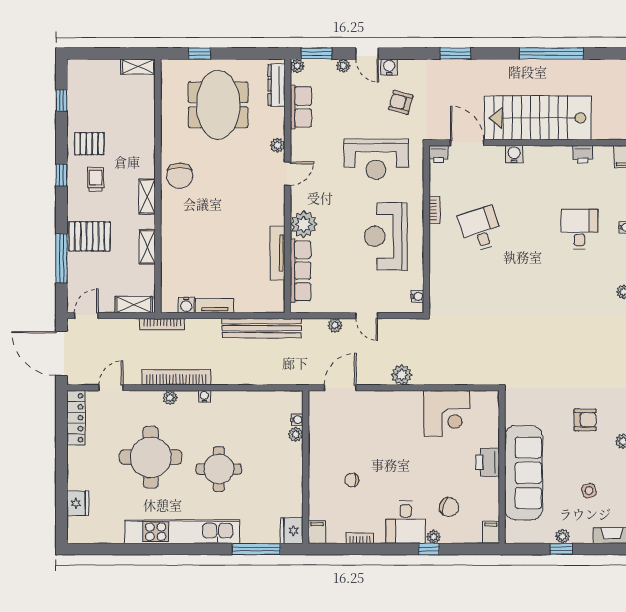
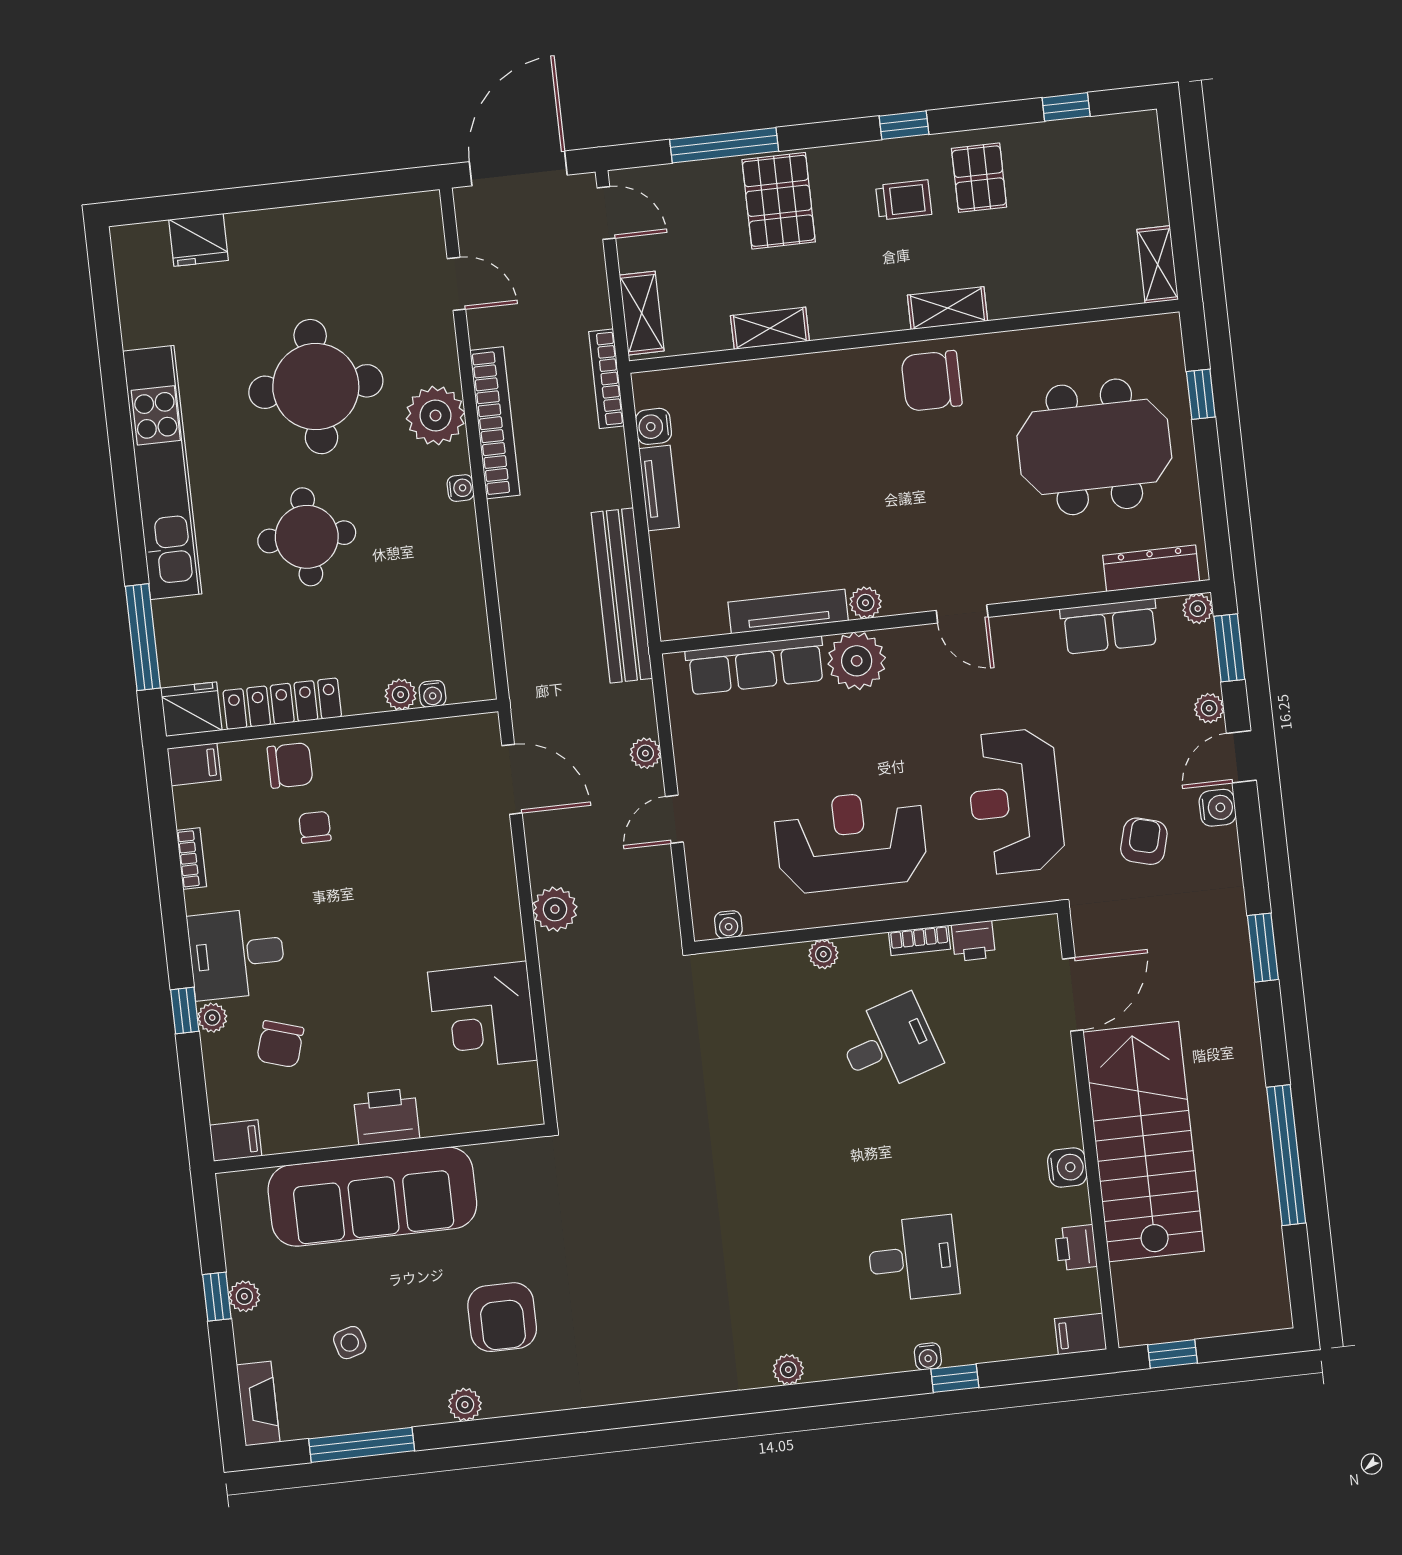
plant: (278, 145) -> (866, 603), moved
printer: (438, 154) -> (973, 941), moved, turned -90
water cooler: (514, 154) -> (1067, 1167), moved
shelving: (147, 197) -> (948, 308), moved
plant: (436, 254) -> (823, 954), added
plant: (170, 398) -> (435, 416), width x1.87, depth x1.87
locker: (76, 418) -> (282, 704), moved, turned 180
armchair: (585, 420) -> (502, 1317), width x1.38, depth x1.38
chair: (322, 488) -> (290, 765), added

